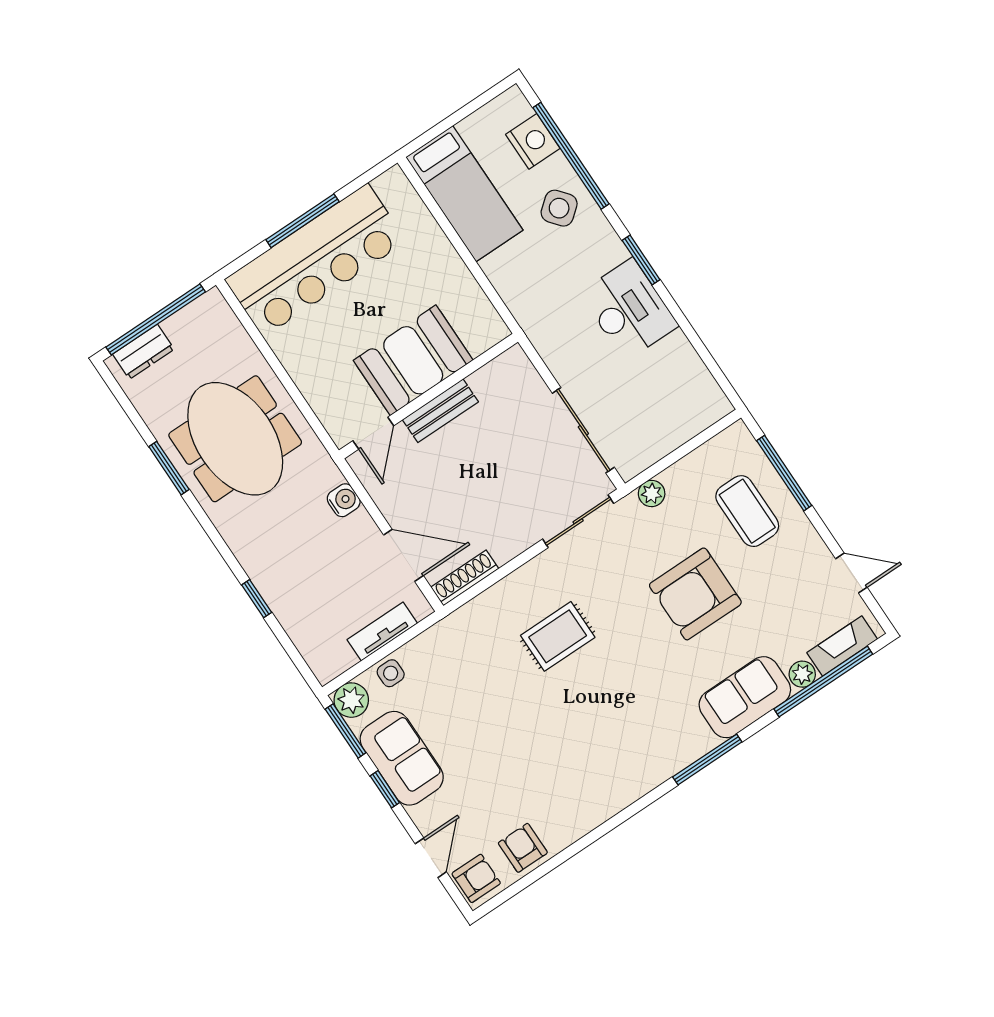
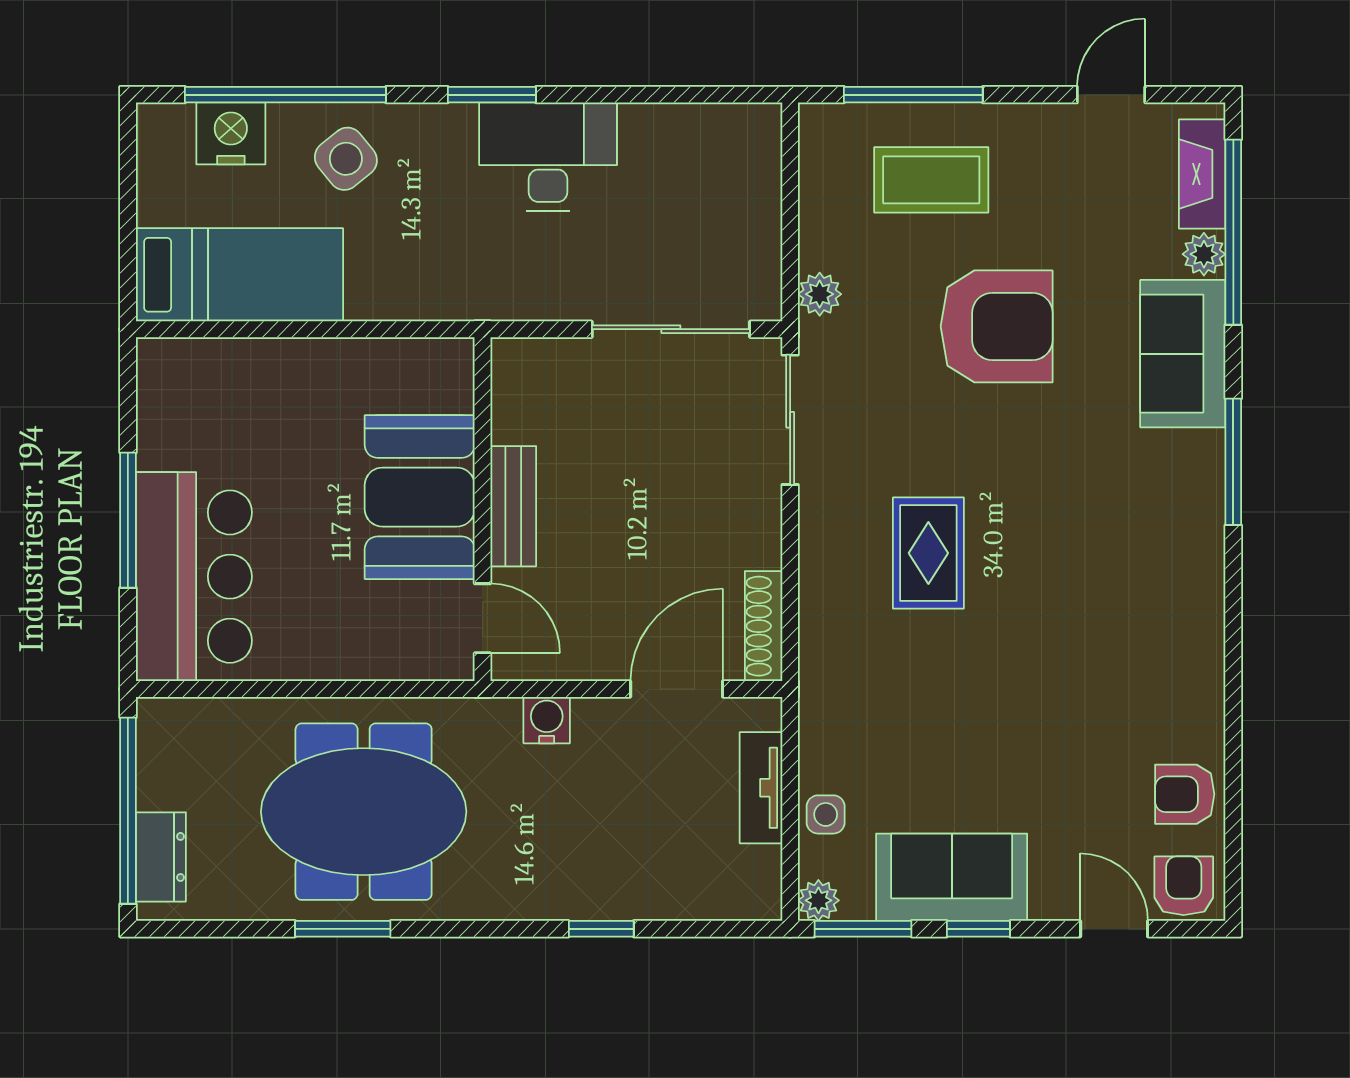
bar counter: (316, 260) -> (194, 577), width x0.73
armchair: (695, 594) -> (997, 326), turned -90
plant: (351, 700) -> (818, 900), width x0.73, depth x0.73

